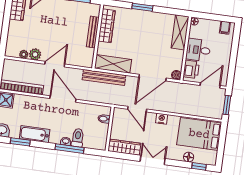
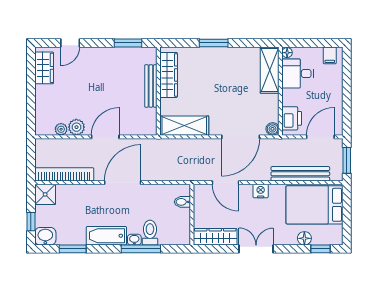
desk: (198, 50) -> (298, 74), moved
bench: (104, 77) -> (300, 174), moved
door: (63, 99) -> (123, 183), hinge flipped
bathtub: (35, 134) -> (106, 236), moved

